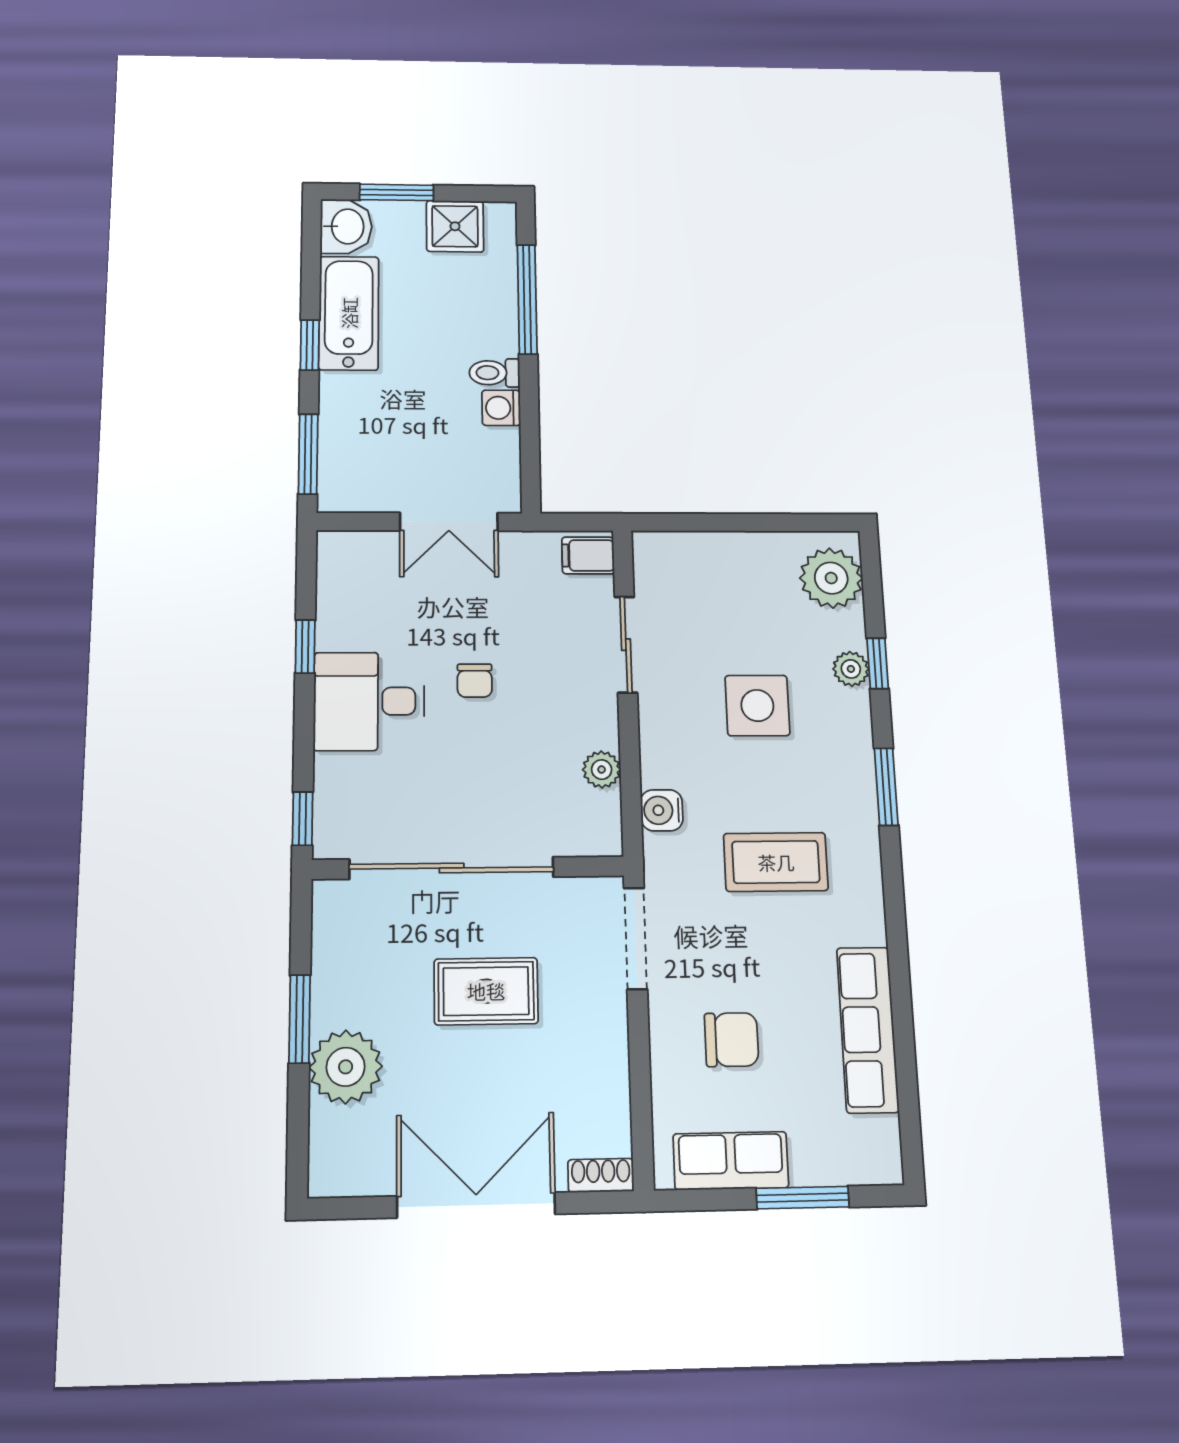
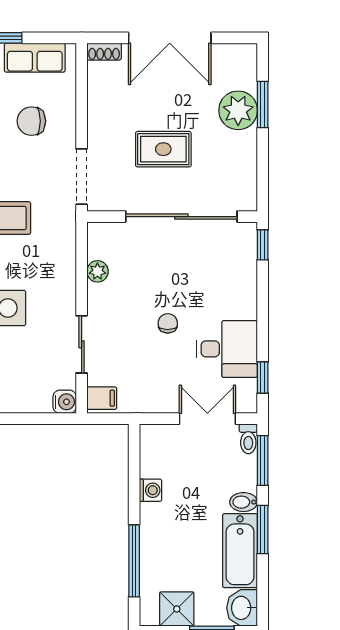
window: (310, 345) -> (263, 530), width x1.50
toilet: (495, 373) -> (248, 439), moved, turned 90
bidet: (342, 388) -> (244, 502), added
double door: (449, 522) -> (207, 419), moved
window: (305, 646) -> (263, 378), moved
desk: (369, 701) -> (227, 349), moved
water cooler: (662, 810) -> (65, 402), moved
window: (300, 1019) -> (263, 105), moved

